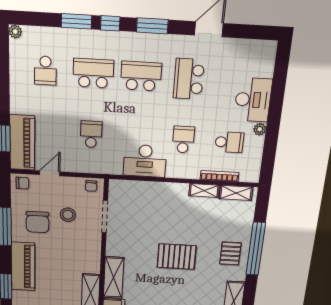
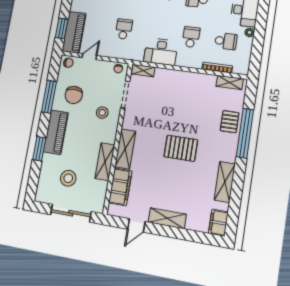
shelving: (204, 191) -> (143, 71), moved
stool: (68, 215) -> (102, 113), moved
pallet: (230, 253) -> (230, 122), moved
pallet: (177, 257) -> (181, 148), moved

